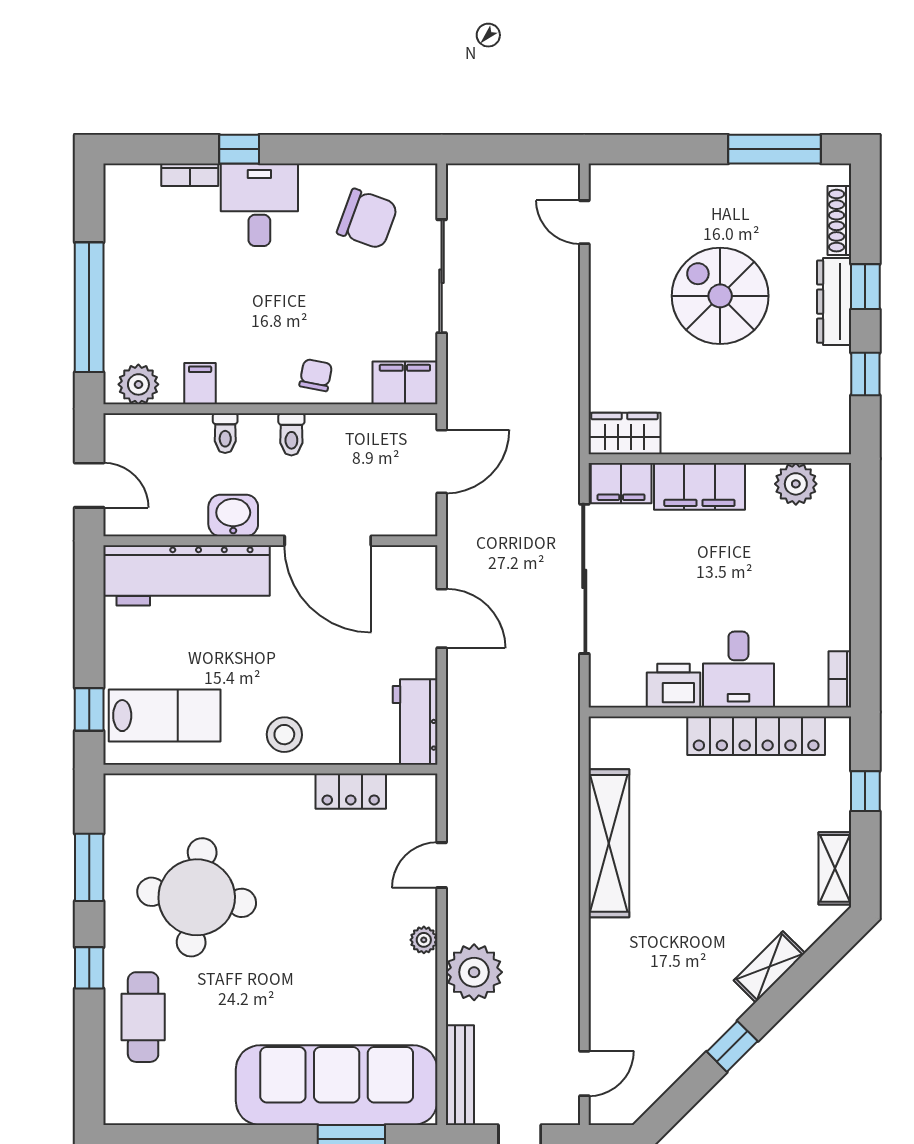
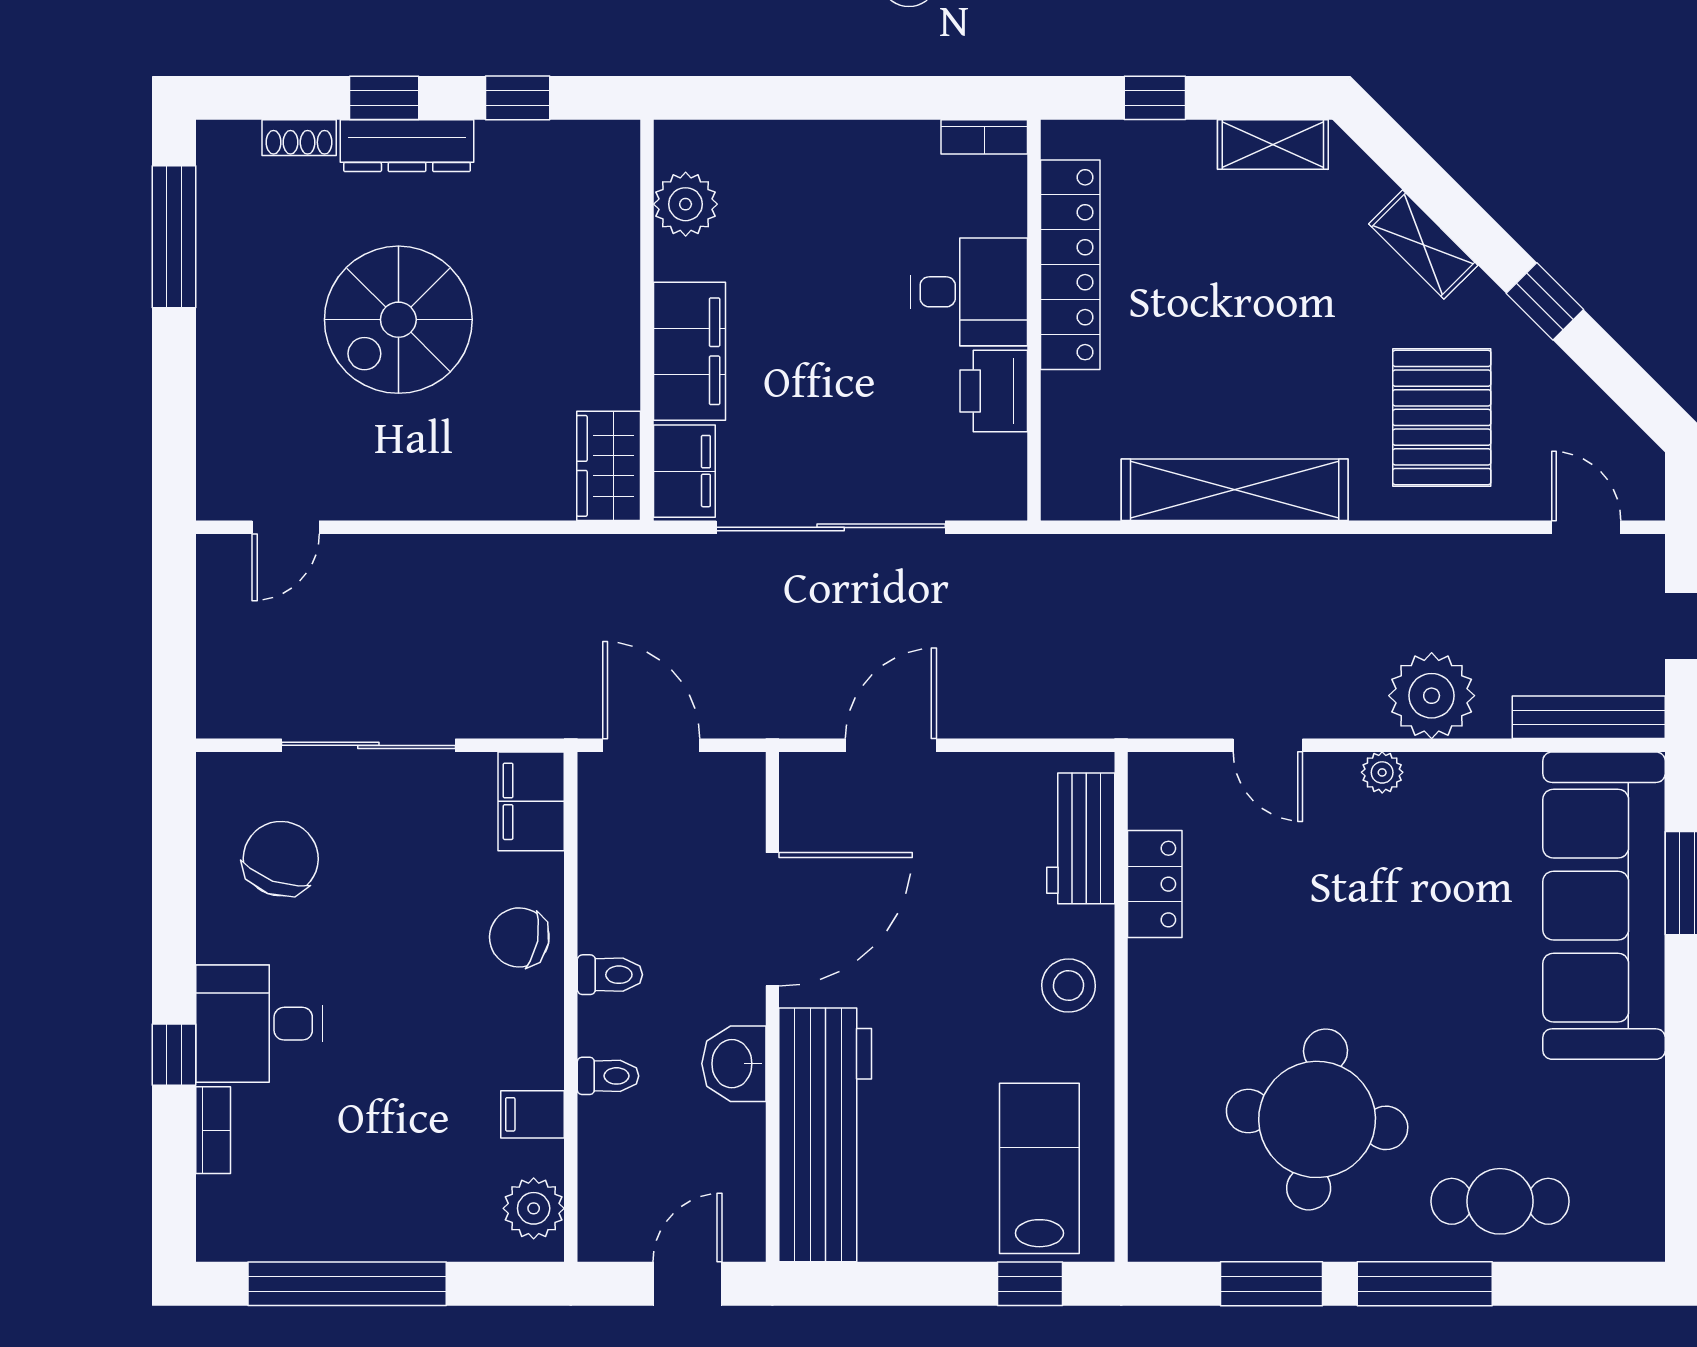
shoe rack: (839, 221) -> (299, 138), width x0.70
window: (89, 307) -> (347, 1284), moved
chair: (316, 375) -> (519, 937), width x1.37, depth x1.37
workbench: (415, 722) -> (1081, 838), moved, turned 90
window: (89, 968) -> (1425, 1284), width x2.17
pallet: (656, 979) -> (1442, 417), added

